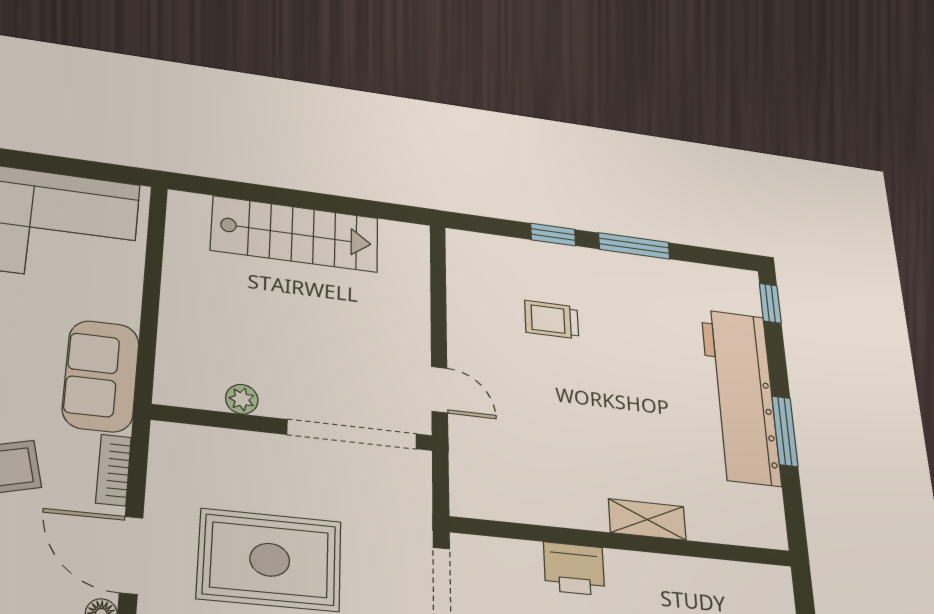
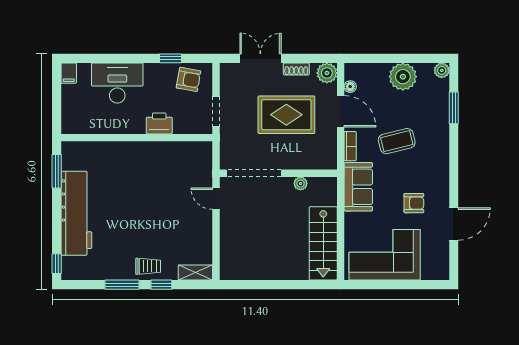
stairs: (295, 234) -> (323, 243), moved, turned -90
trolley: (552, 320) -> (148, 266), moved
window: (785, 431) -> (57, 171), moved
shelving: (647, 520) -> (195, 272), moved

